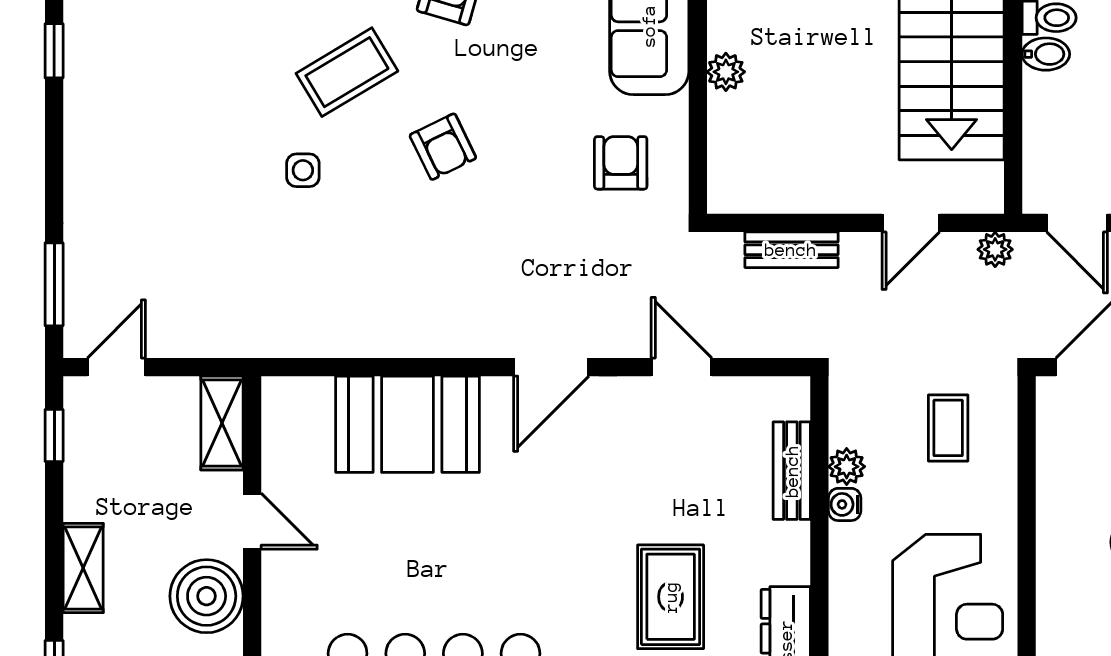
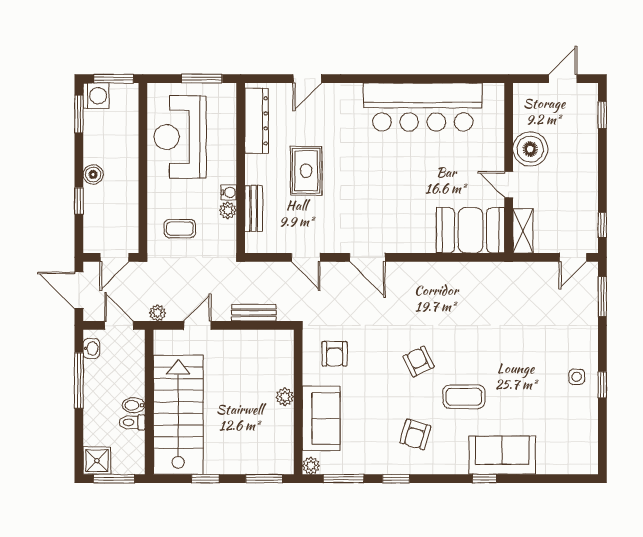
window: (54, 51) -> (602, 385), moved
coffee table: (347, 72) -> (464, 397), turned 31
side table: (303, 170) -> (577, 377), moved
door: (551, 367) -> (367, 257), swing flipped
booth: (407, 424) -> (471, 230), moved
coffee table: (948, 428) -> (180, 229), turned 90
shelving: (83, 568) -> (589, 162), removed
rug: (671, 597) -> (306, 171), moved

